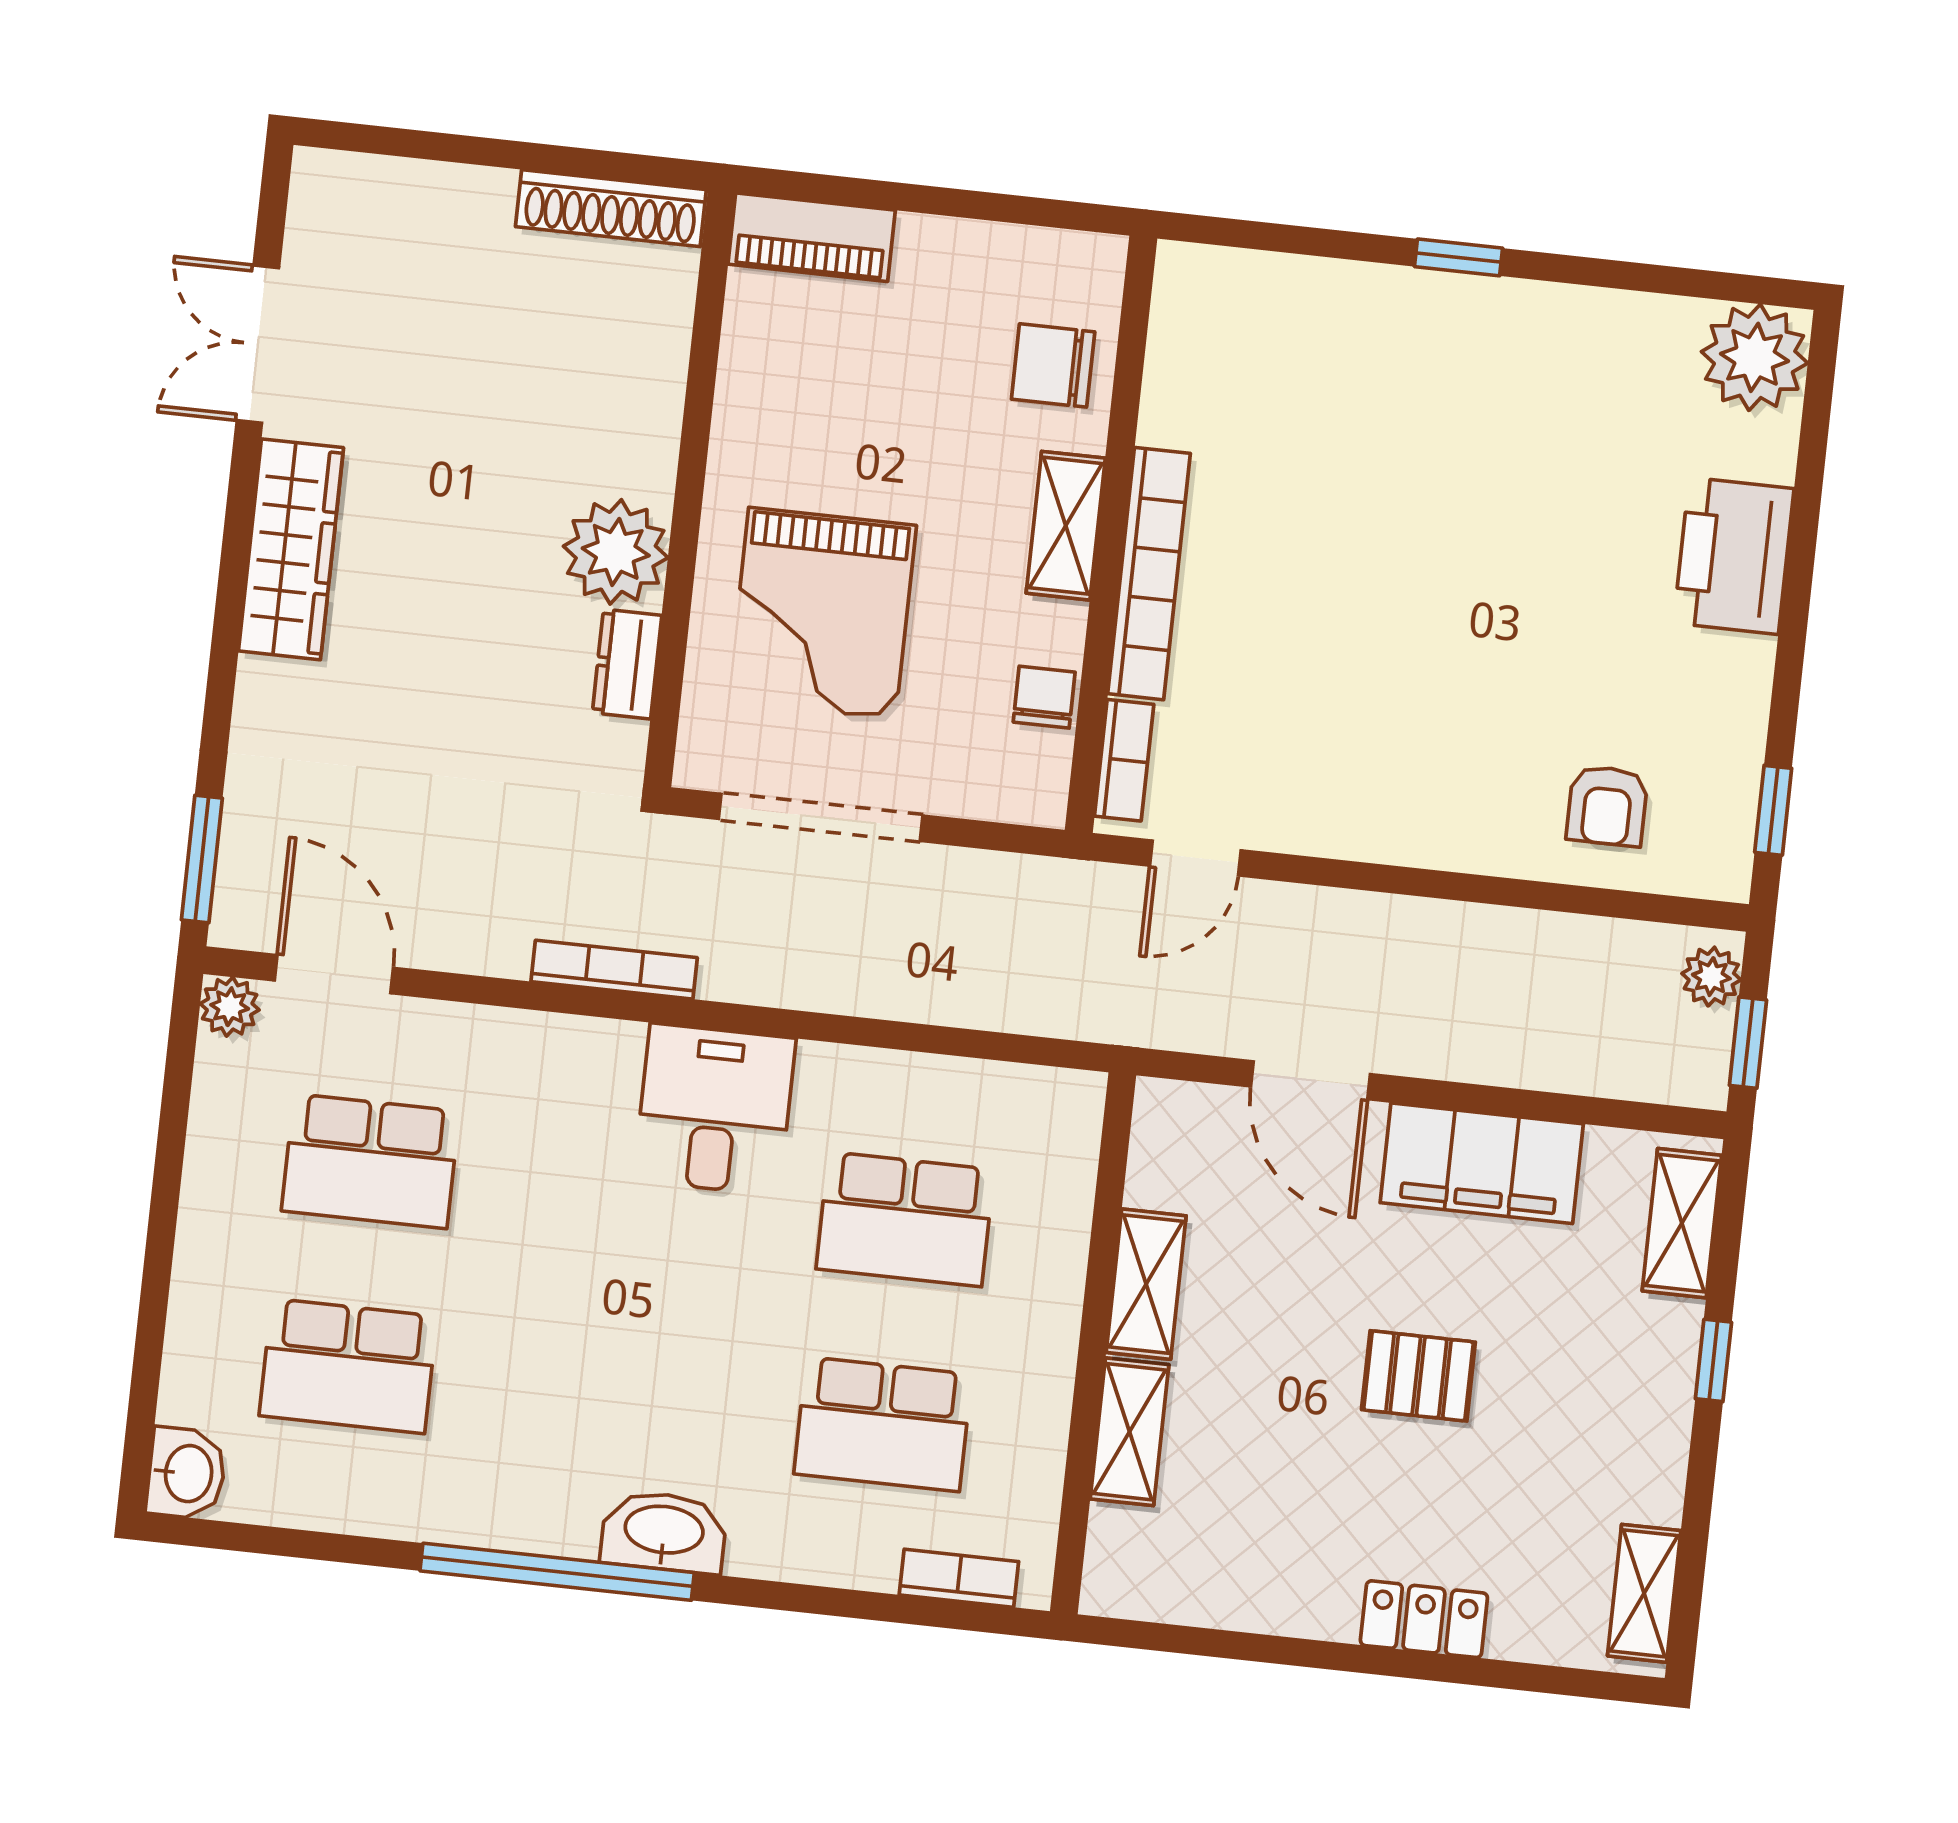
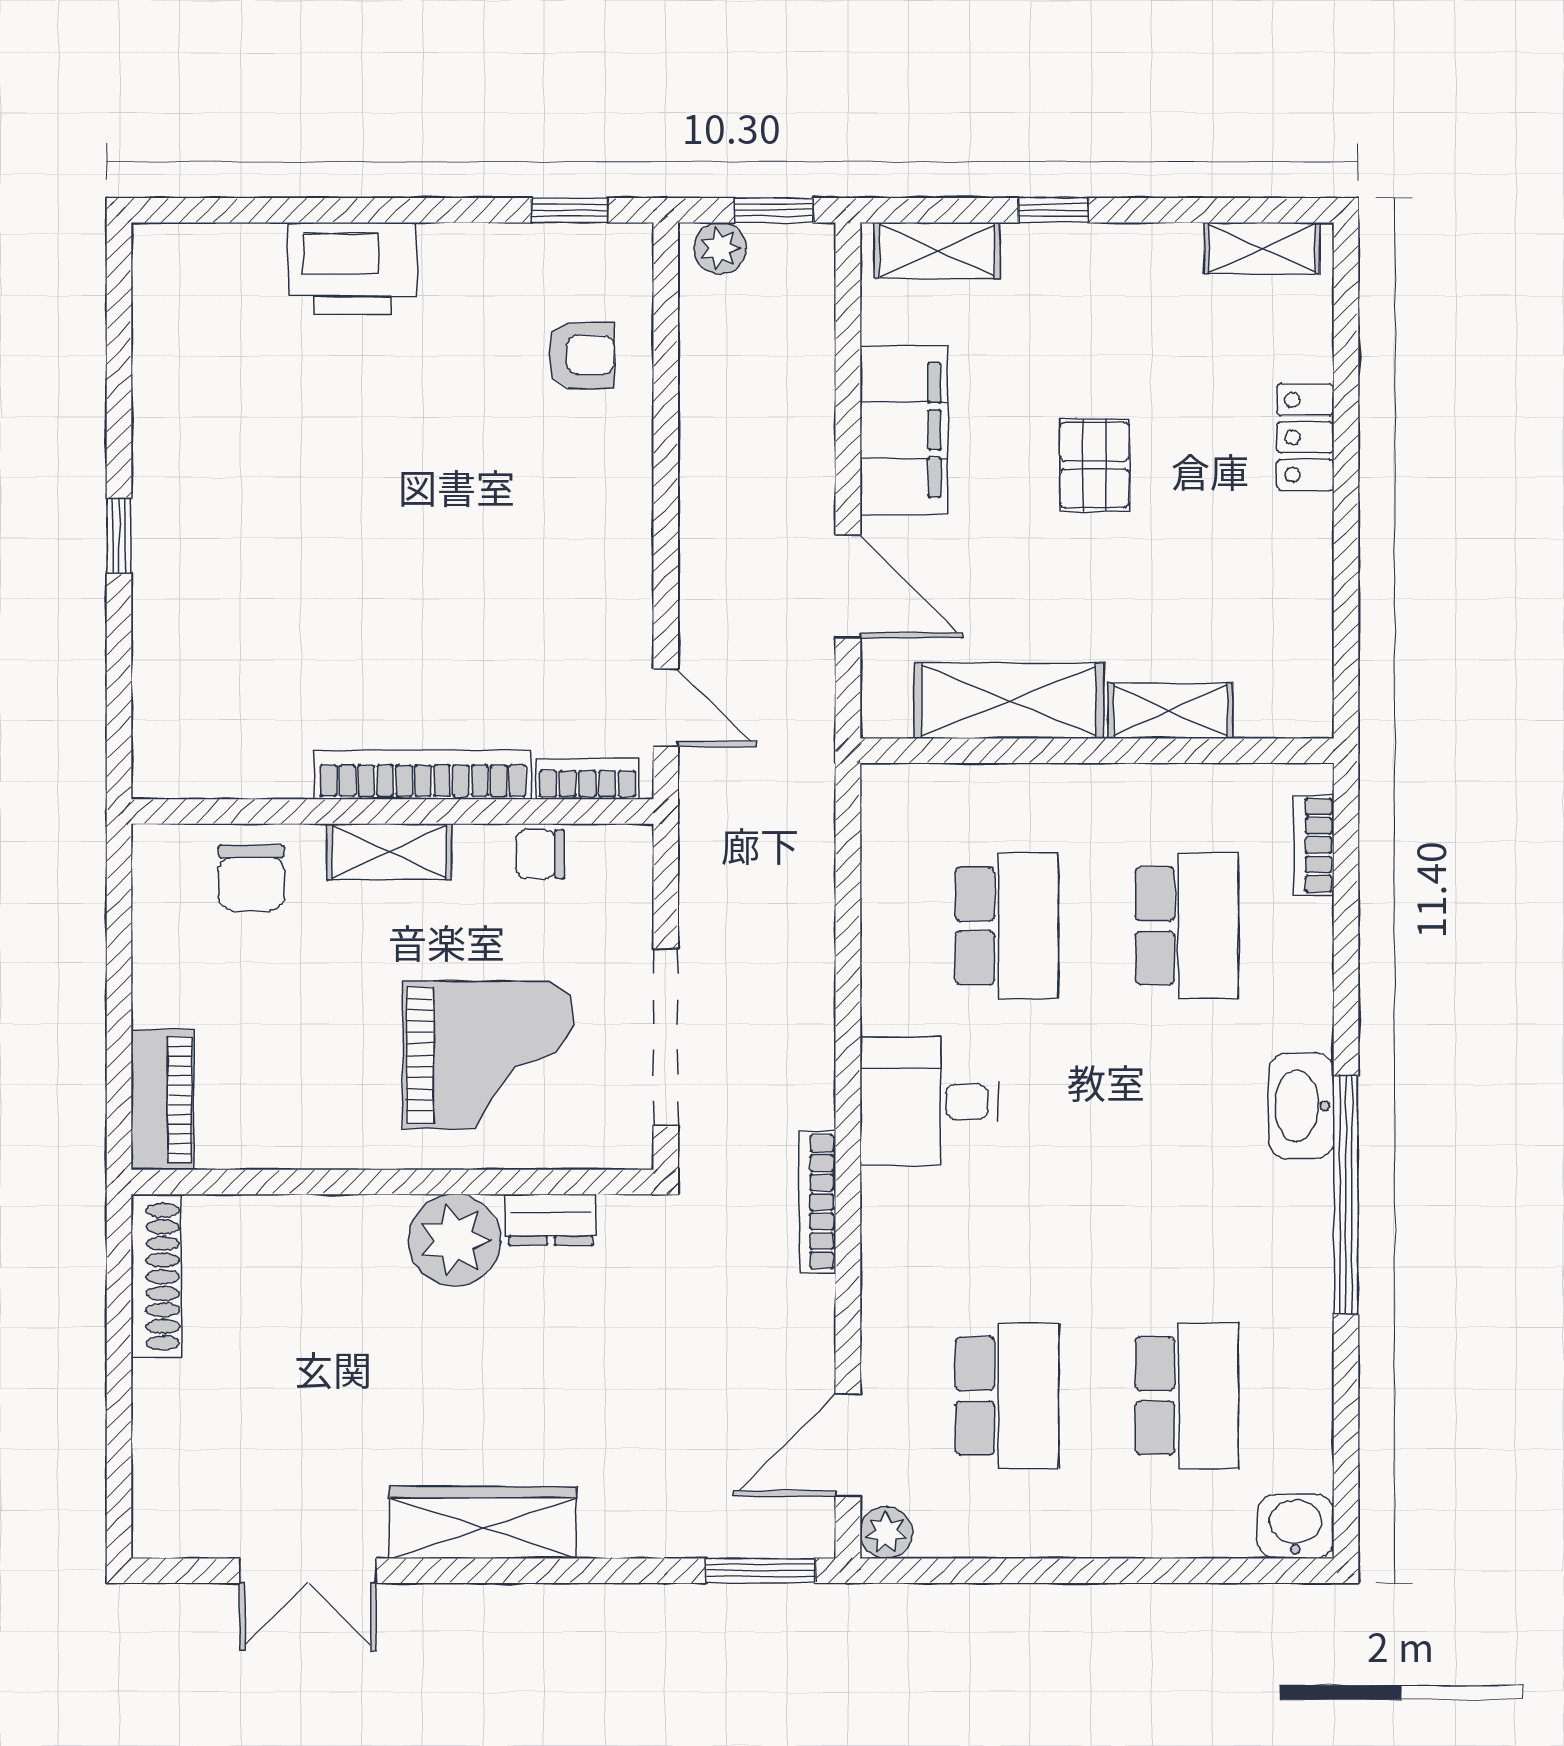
plant: (1755, 357) -> (178, 269), removed
door: (1311, 1080) -> (848, 587), hinge flipped
shelving: (1146, 1284) -> (1009, 701), width x1.50, depth x1.33

